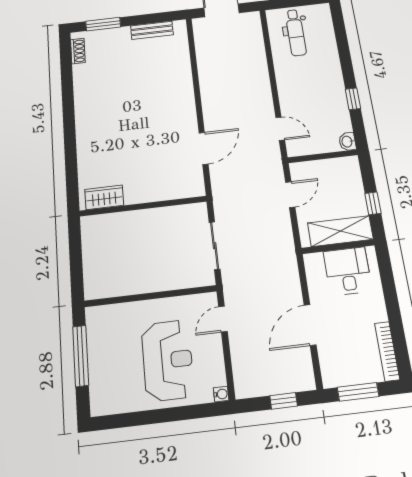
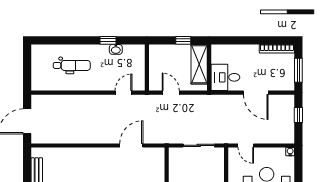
dental chair: (296, 33) -> (72, 65), moved
washbasin: (347, 142) -> (116, 49), moved
door: (204, 148) -> (131, 145), hinge flipped
desk: (348, 271) -> (225, 77), moved

